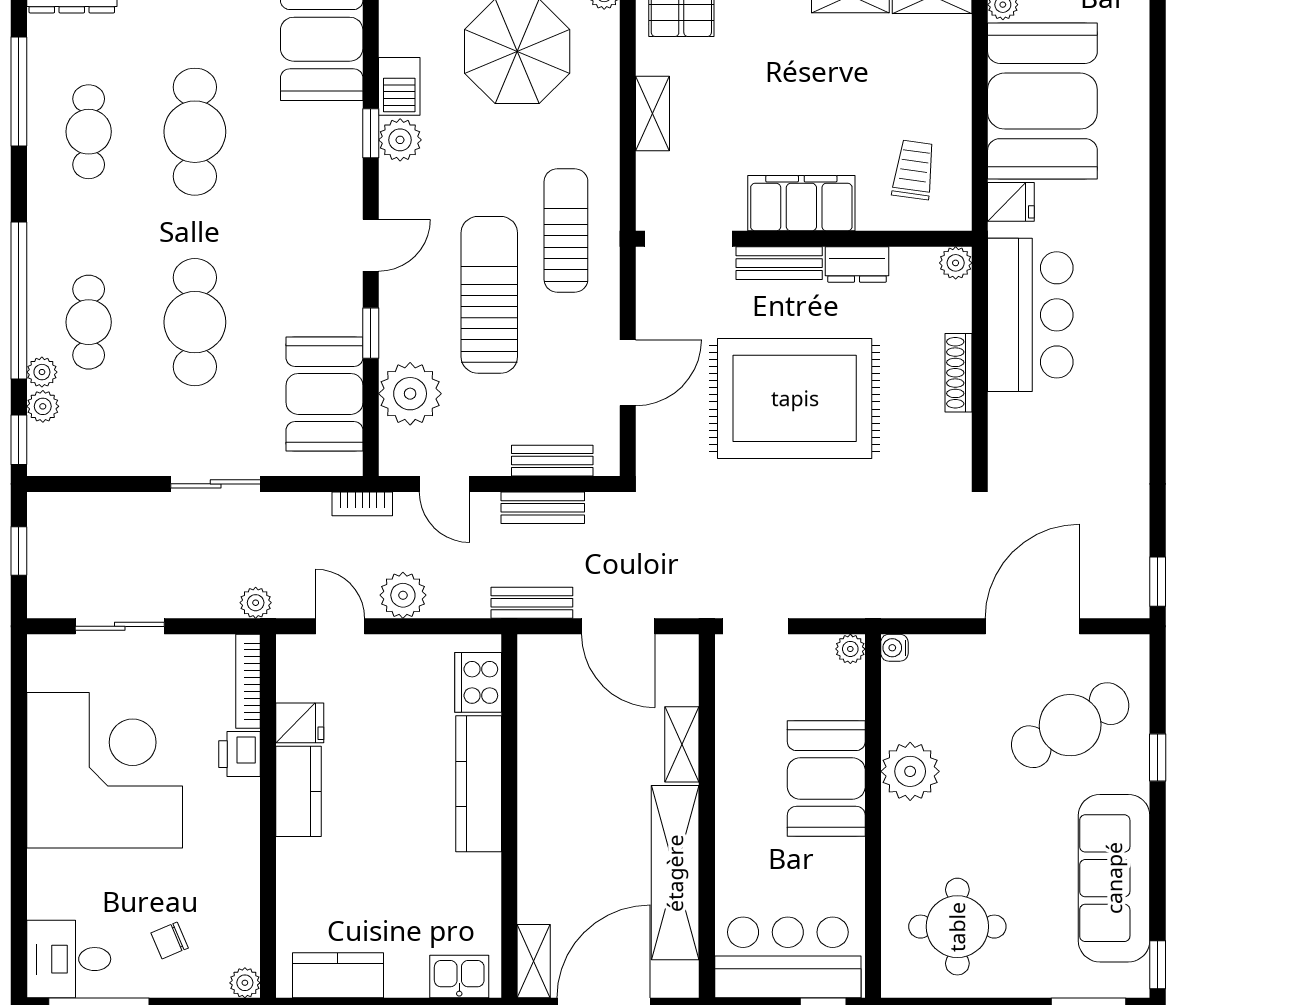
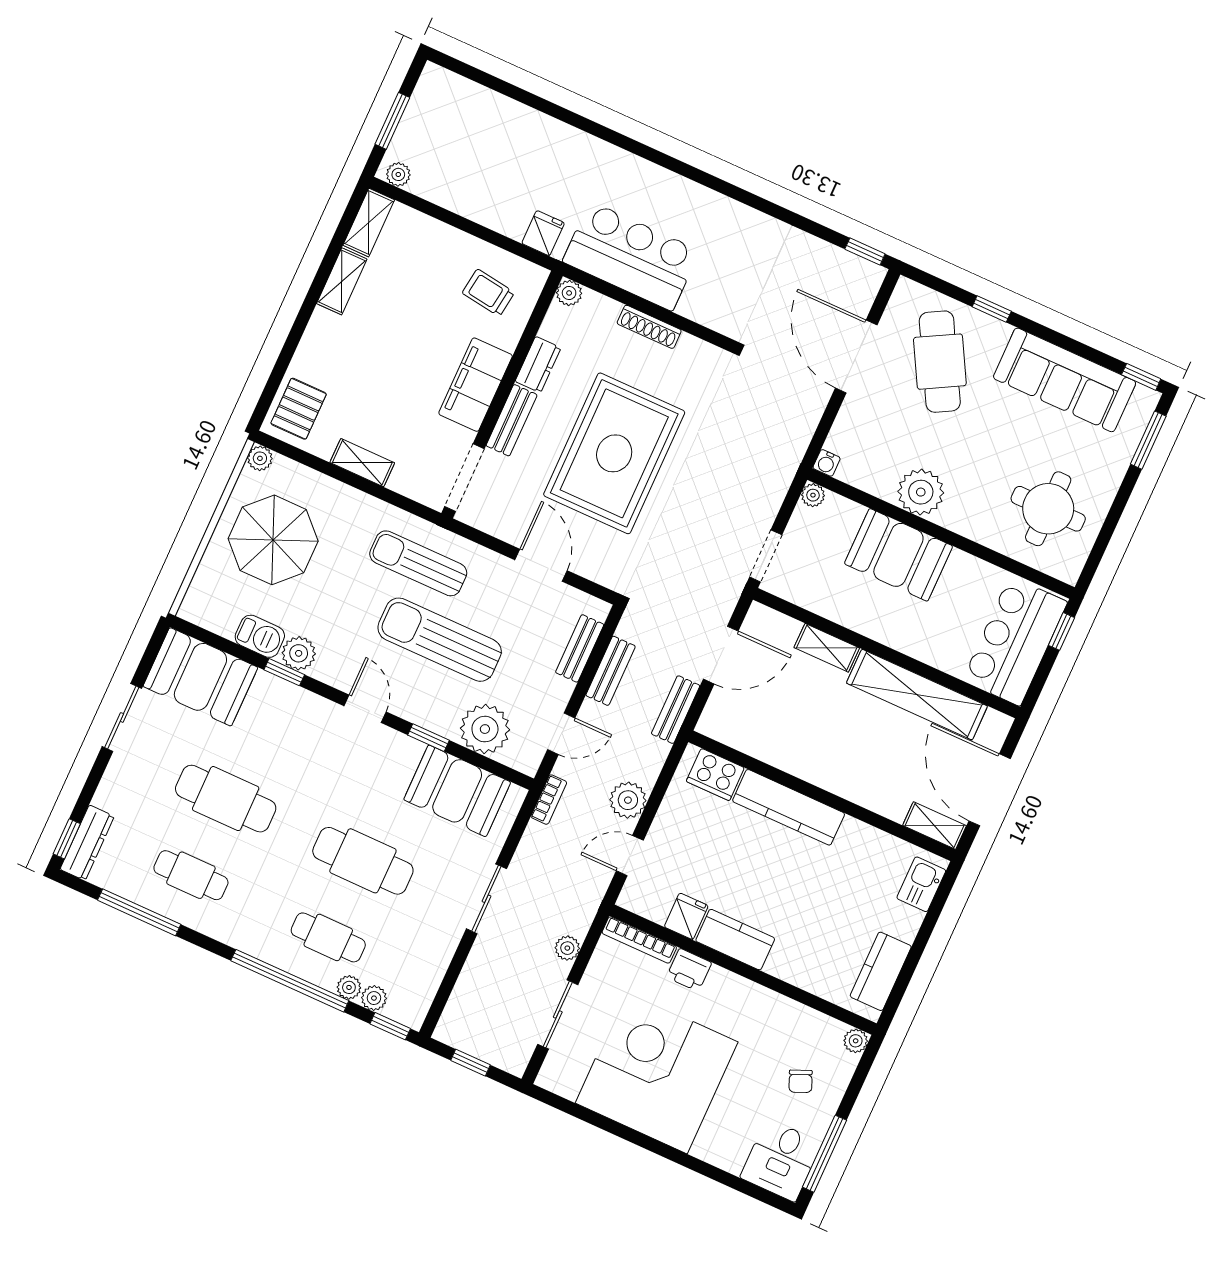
booth: (1042, 101) -> (481, 177), removed
plant: (256, 603) -> (567, 948), moved

